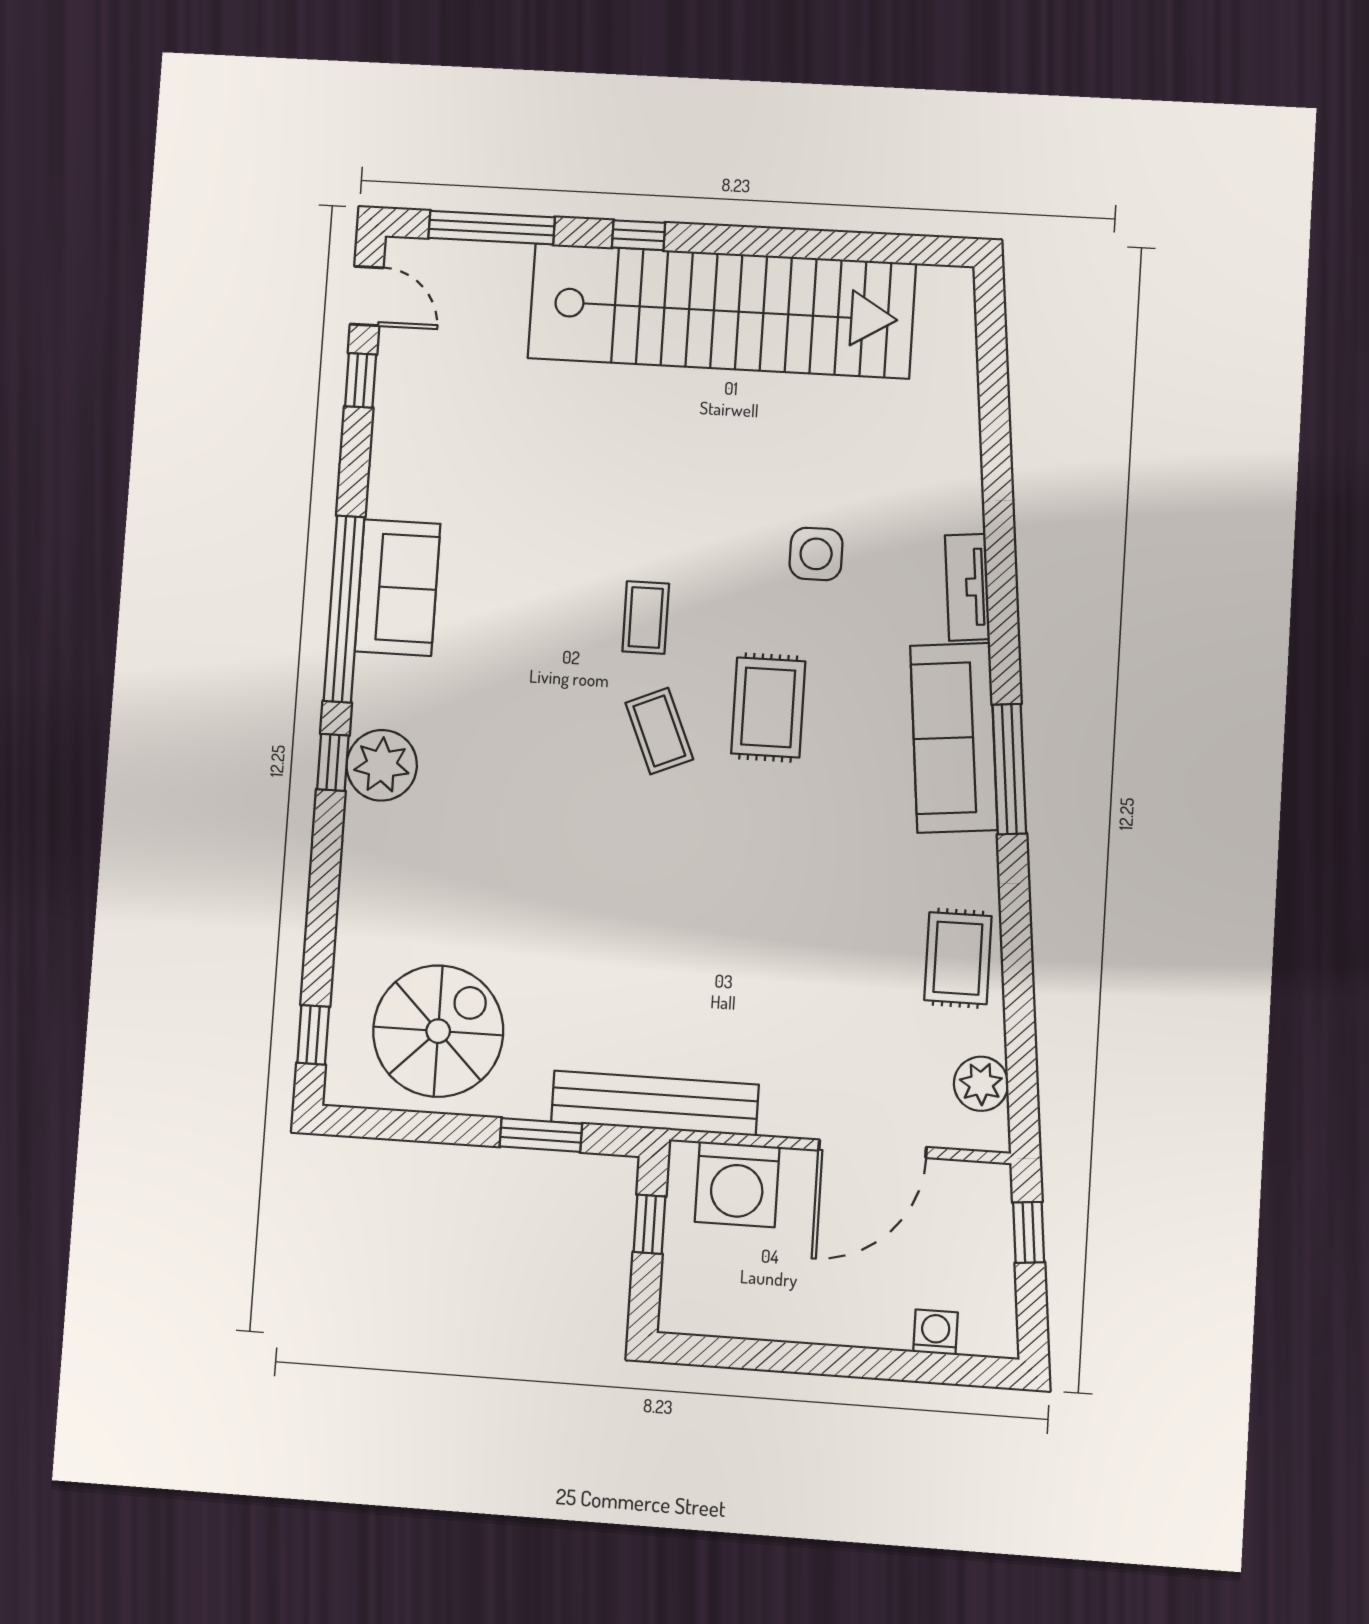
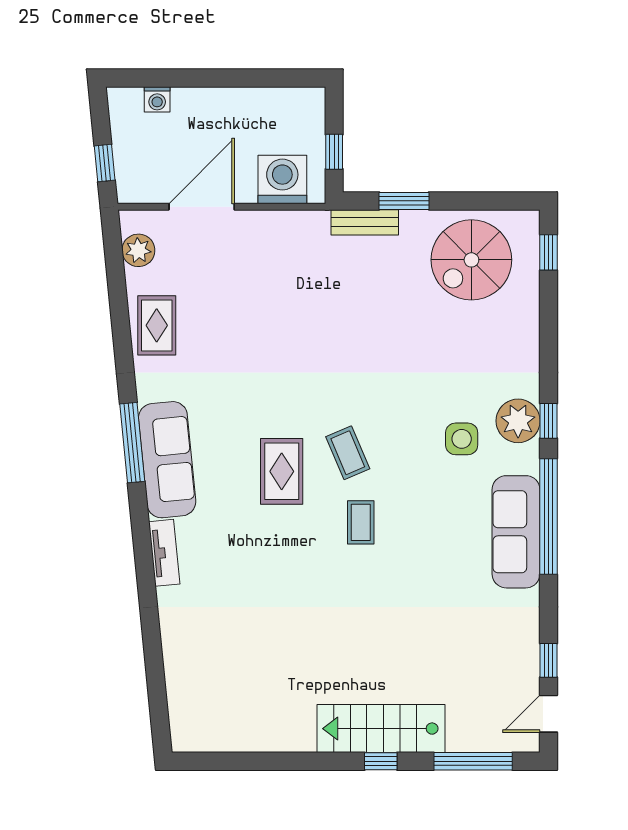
door: (367, 296) -> (548, 714), hinge flipped
stairs: (721, 311) -> (381, 729), width x0.54, depth x0.66
side table: (816, 554) -> (462, 439), moved
sofa: (398, 588) -> (516, 532), width x1.36
bench: (655, 1103) -> (365, 222), width x0.54, depth x0.82

